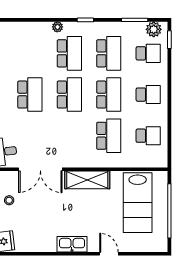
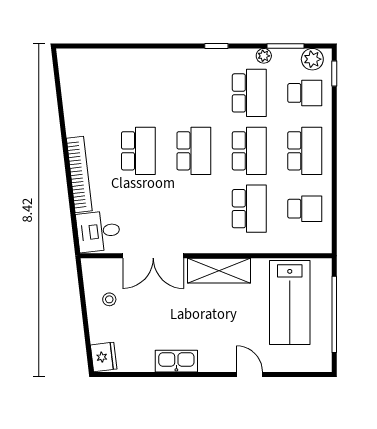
plant: (57, 27) -> (264, 56), moved
school desk: (69, 53) -> (194, 93), removed
school desk: (148, 95) -> (305, 151), width x1.85
kitchen sink: (72, 244) -> (176, 361), moved

